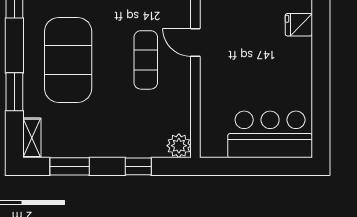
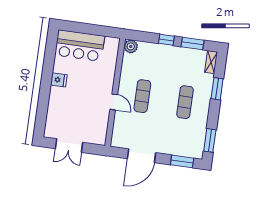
fridge: (299, 25) -> (59, 80), moved
exercise mat: (68, 60) -> (185, 102), width x0.50, depth x0.69
window: (138, 166) -> (166, 40), moved

